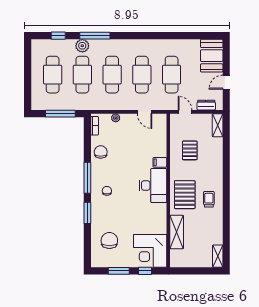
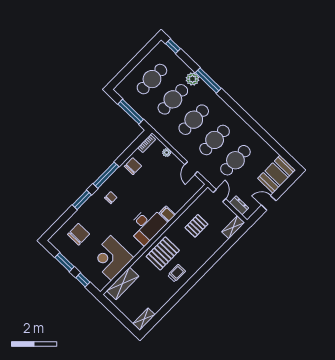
window: (58, 36) -> (173, 46), moved
shelving: (177, 232) -> (123, 283), moved
corner desk: (150, 251) -> (111, 258), moved

